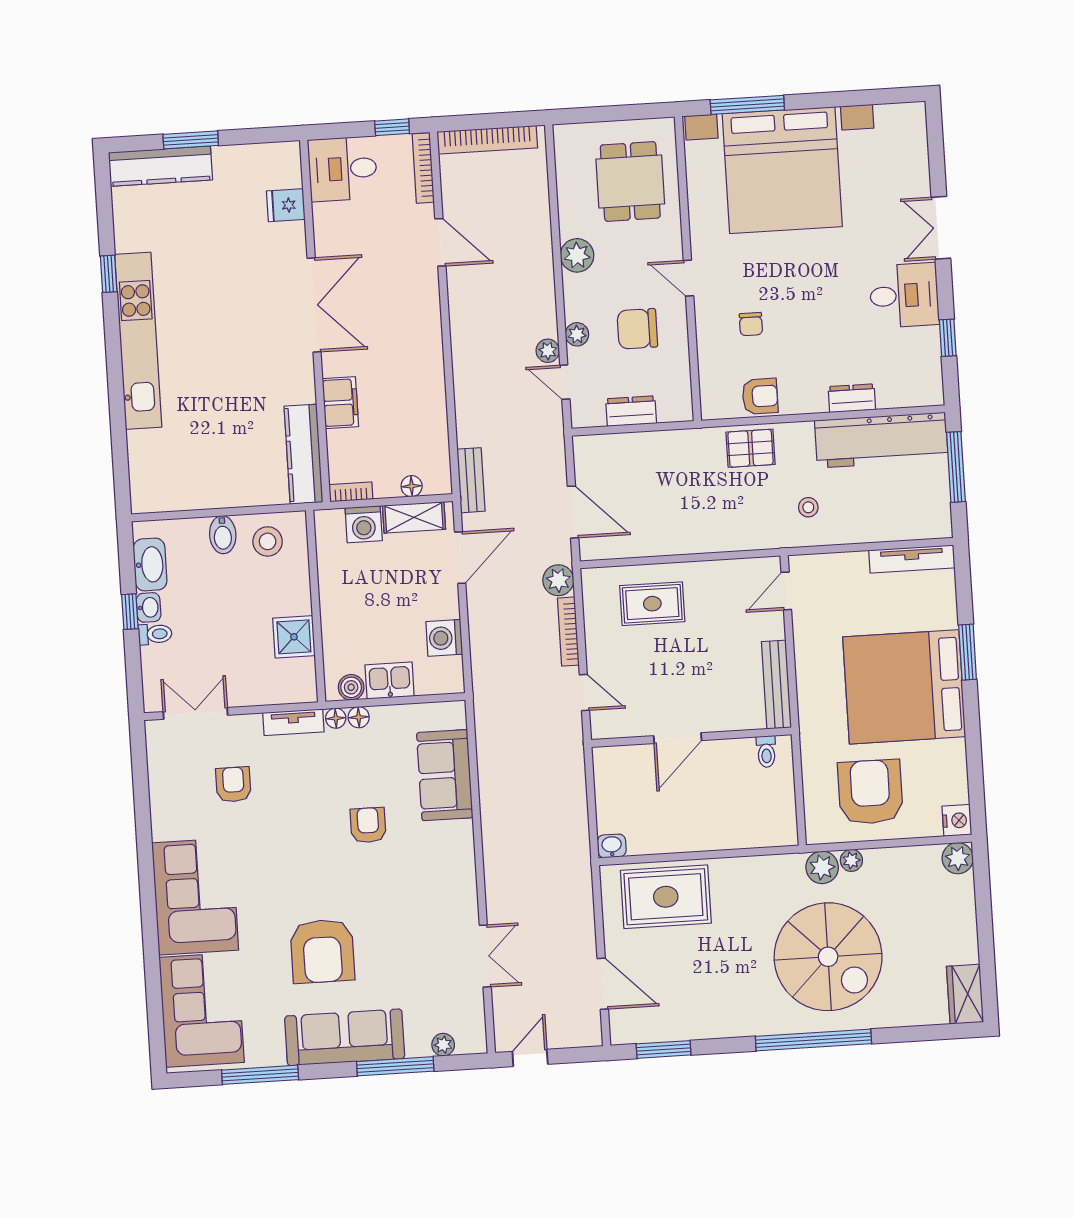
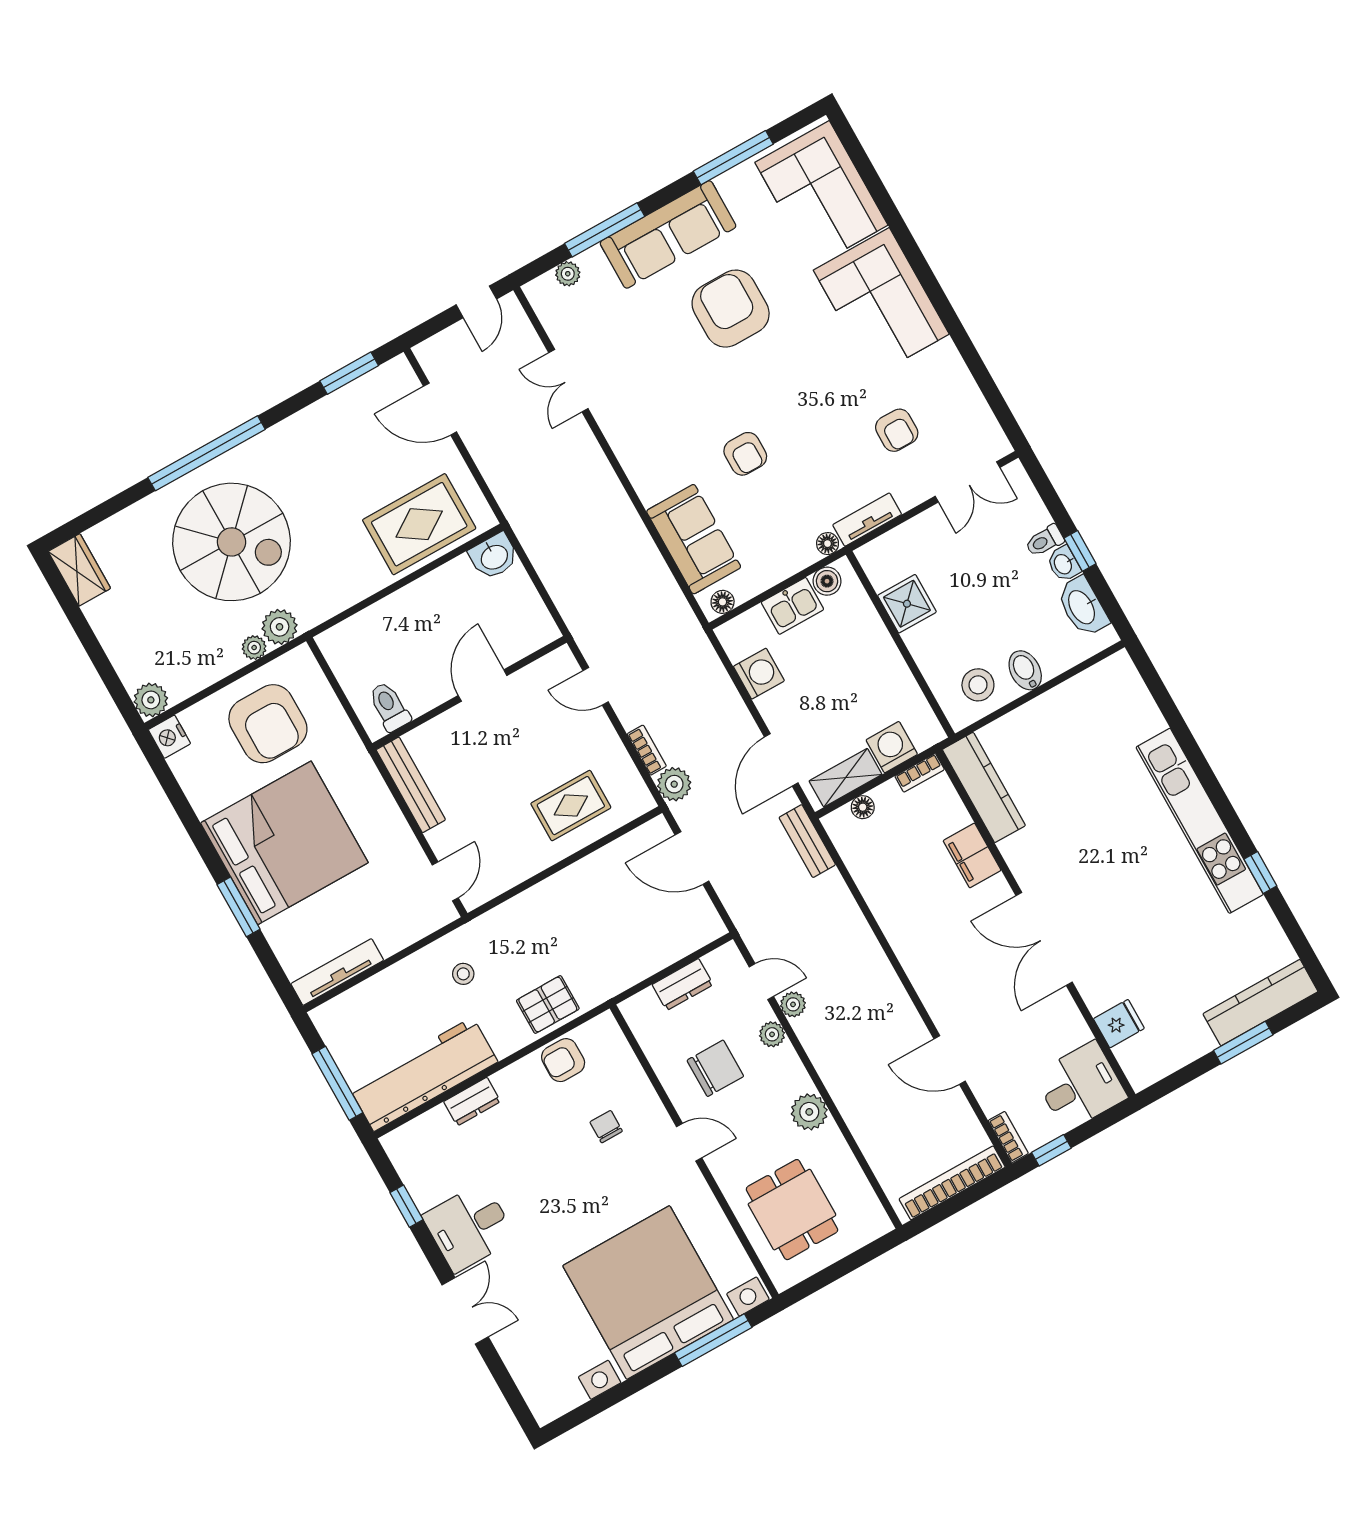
bookcase: (423, 168) -> (1008, 1137), width x0.64
bookcase: (568, 632) -> (647, 750), width x0.64
floor lamp: (359, 717) -> (723, 602), moved
toilet: (766, 752) -> (389, 707), width x1.37, depth x1.39
washbasin: (612, 846) -> (494, 556), width x1.38, depth x1.45
spiral stairs: (828, 957) -> (232, 542), turned 180

